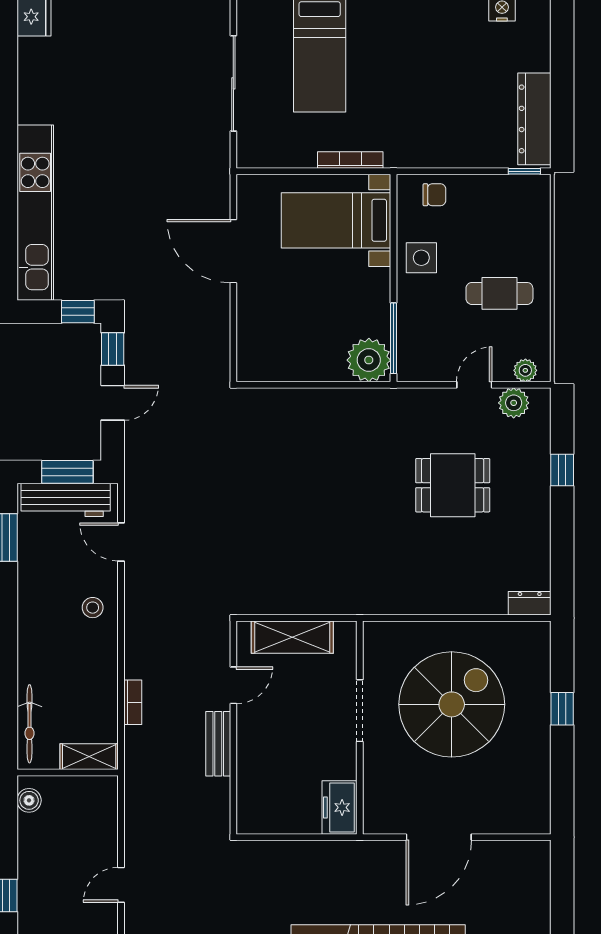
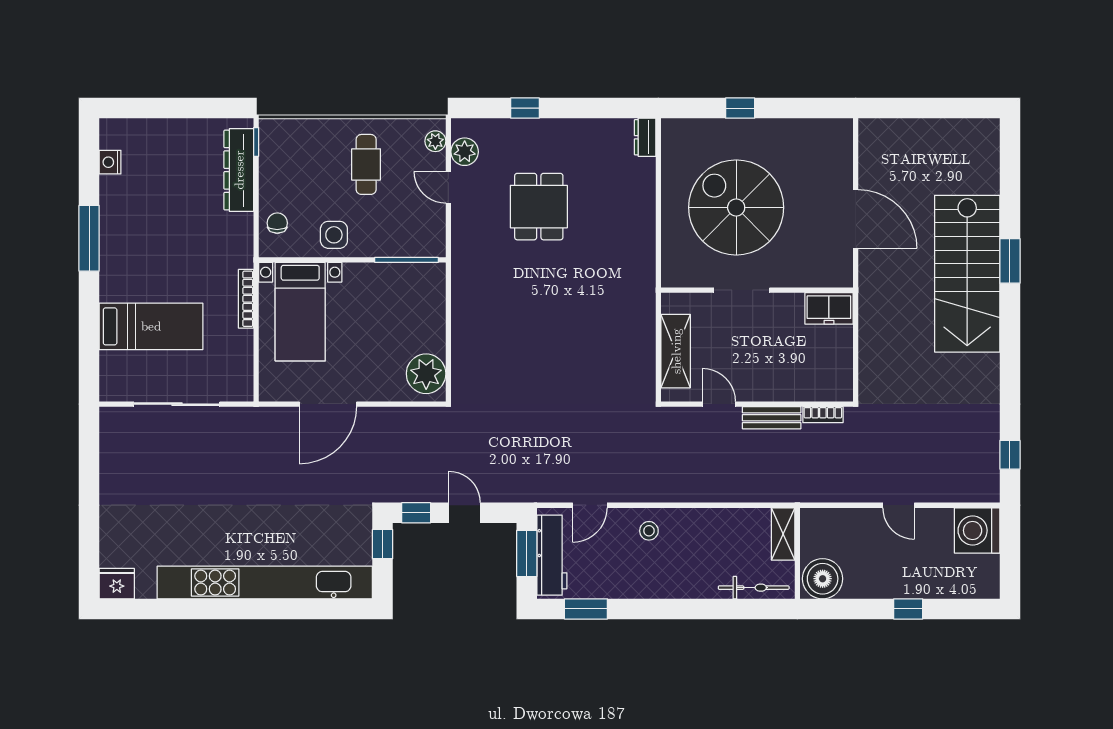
dresser: (534, 119) -> (239, 170), moved, turned 90
kitchen unit: (35, 213) -> (265, 583), width x1.36
plant: (369, 360) -> (426, 374), moved
bookcase: (133, 702) -> (823, 415), moved, turned 180
boiler: (29, 800) -> (823, 579), width x1.86, depth x1.86

